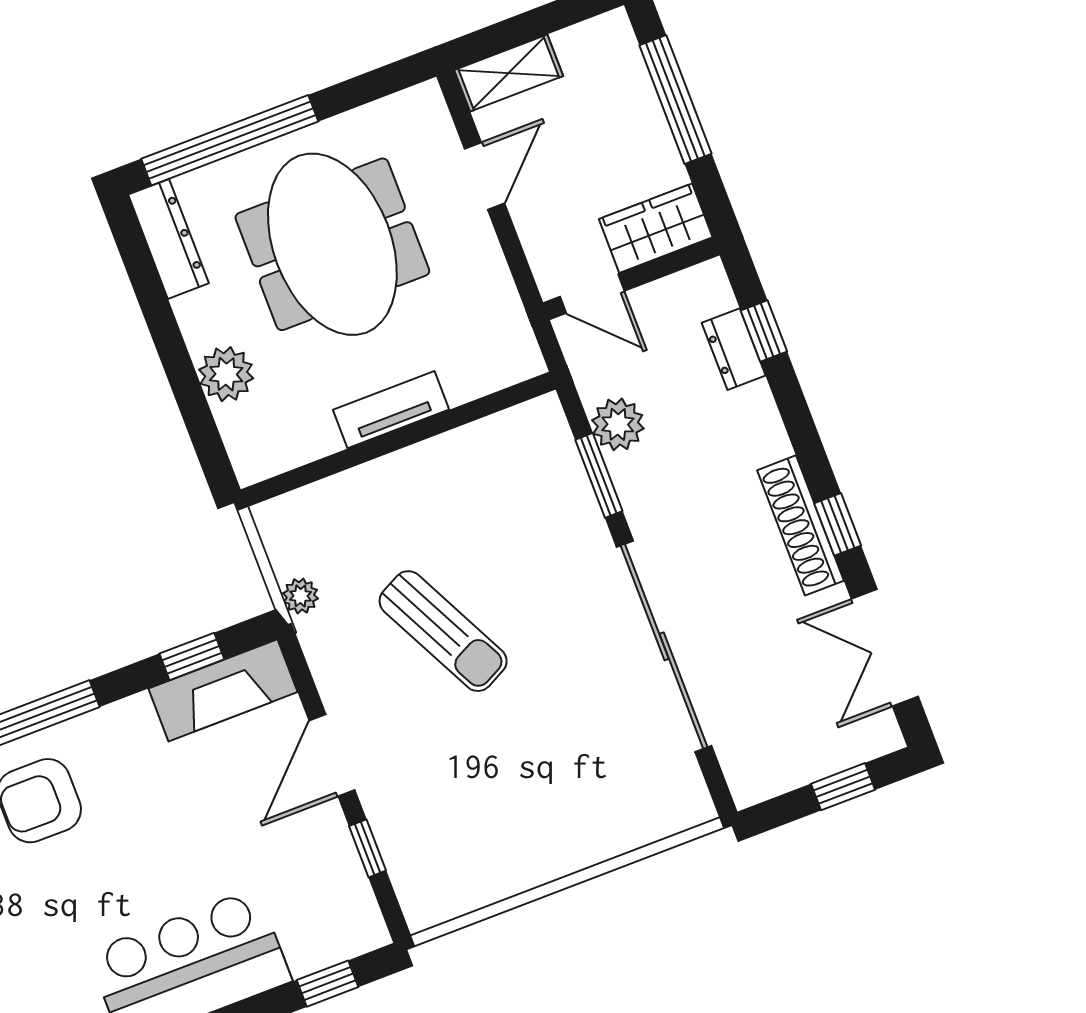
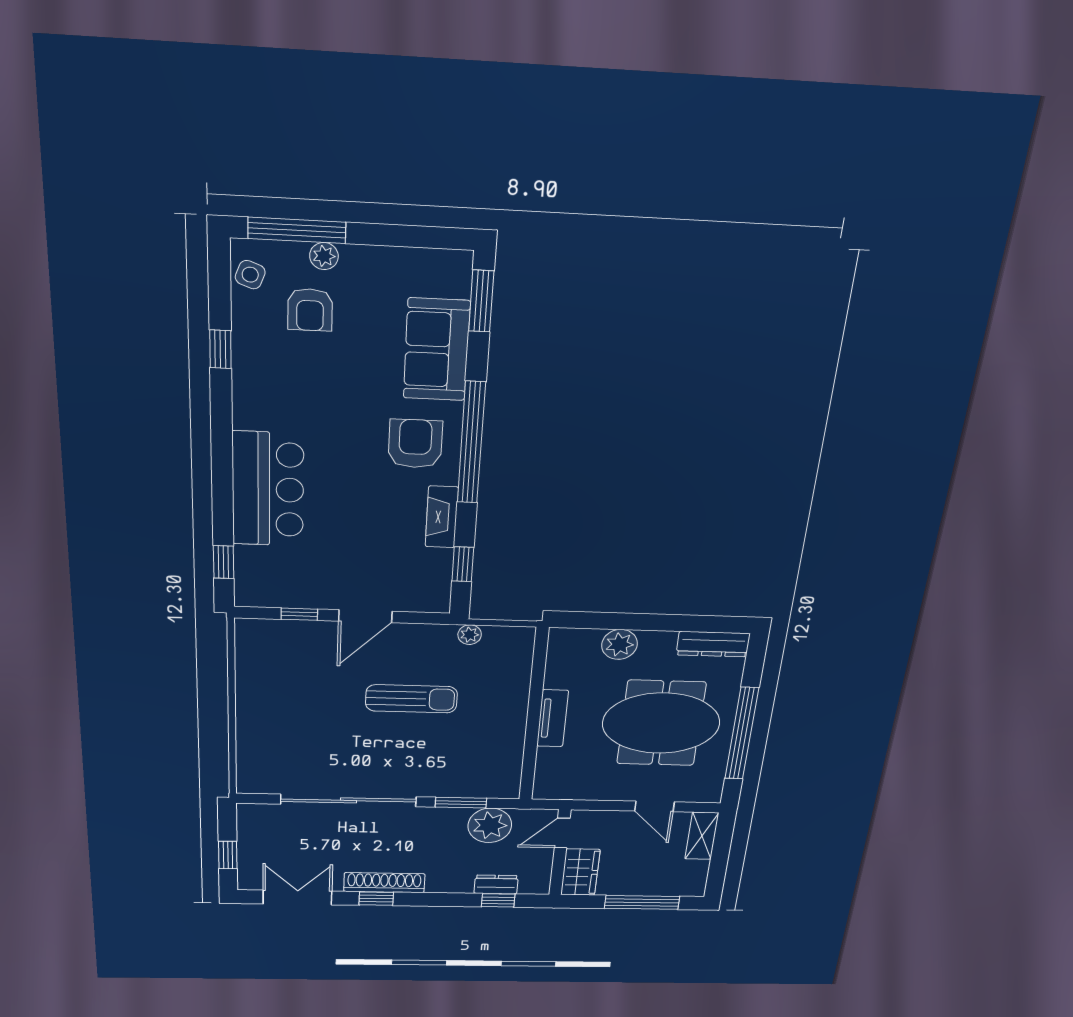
window: (230, 140) -> (742, 734), moved
plant: (618, 424) -> (490, 825), width x1.36, depth x1.36
sun lounger: (443, 631) -> (411, 699), turned -153
fireplace: (223, 690) -> (442, 517), moved, width x0.73, depth x0.76
door: (332, 755) -> (365, 616), swing flipped

